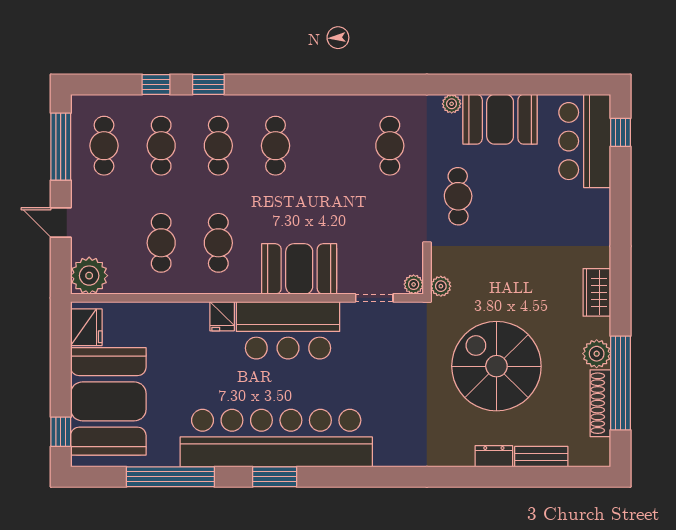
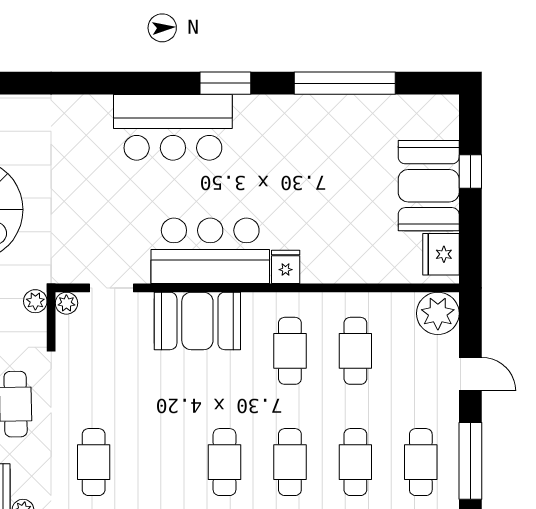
booth: (108, 401) -> (429, 186), width x0.73, depth x0.70
window: (61, 432) -> (470, 172), moved
bar counter: (276, 438) -> (173, 127), width x0.54

